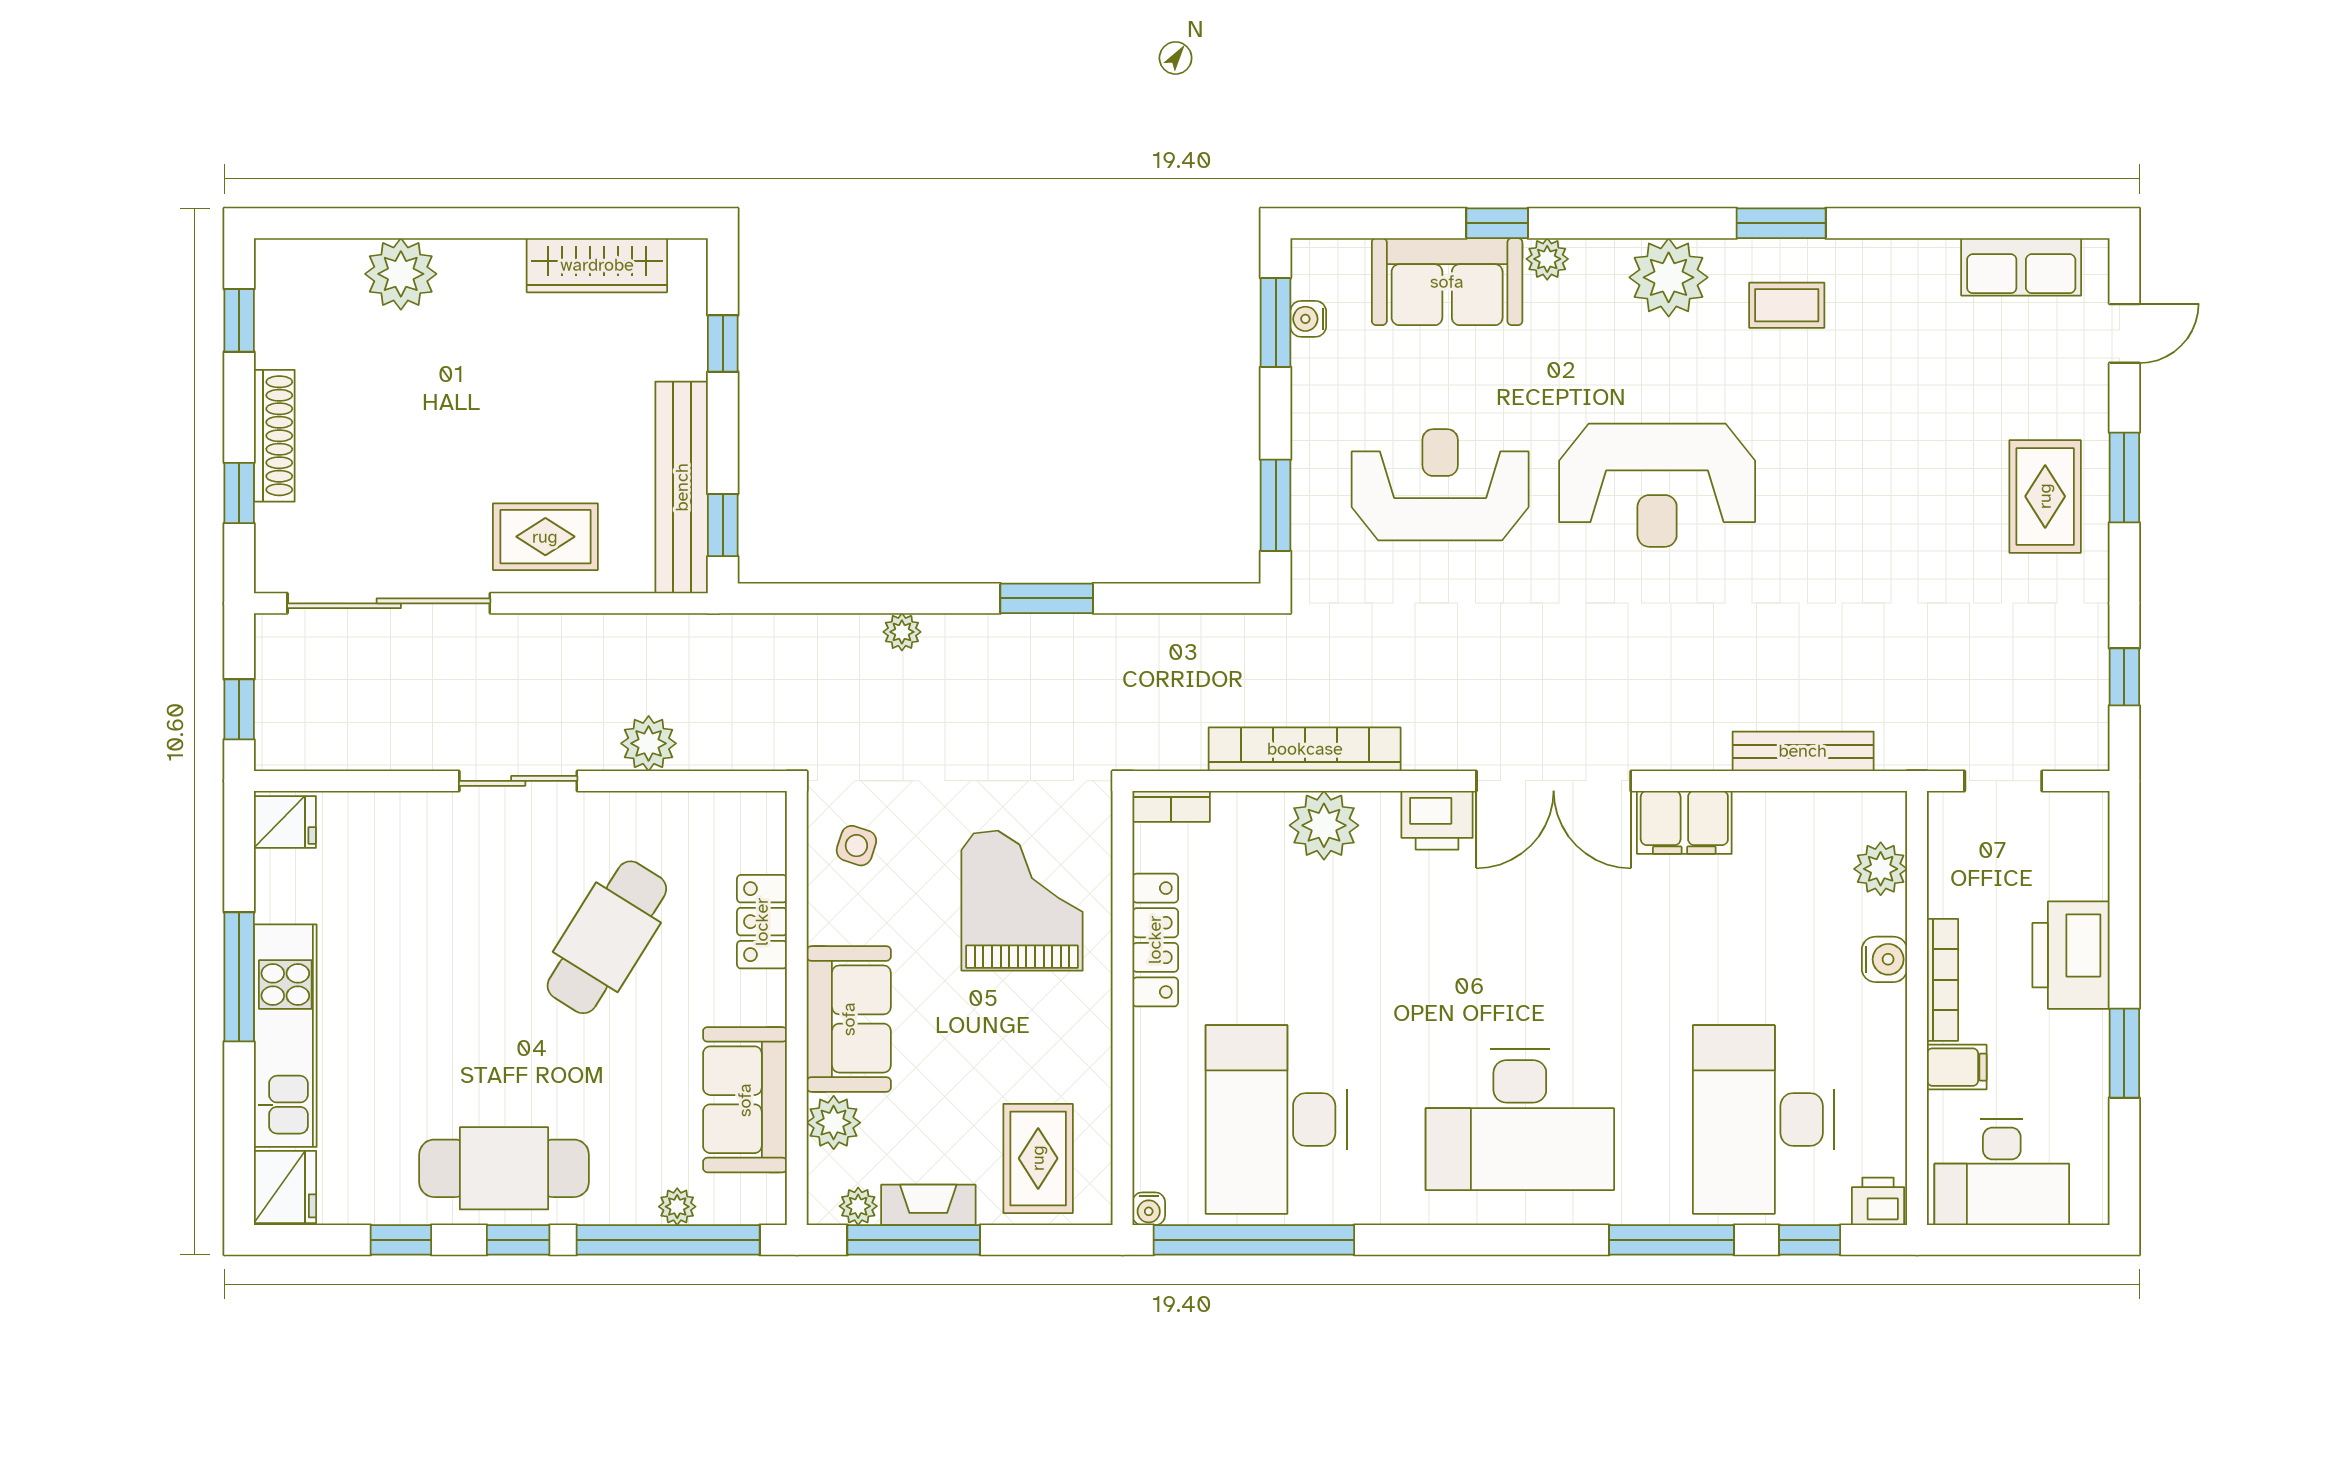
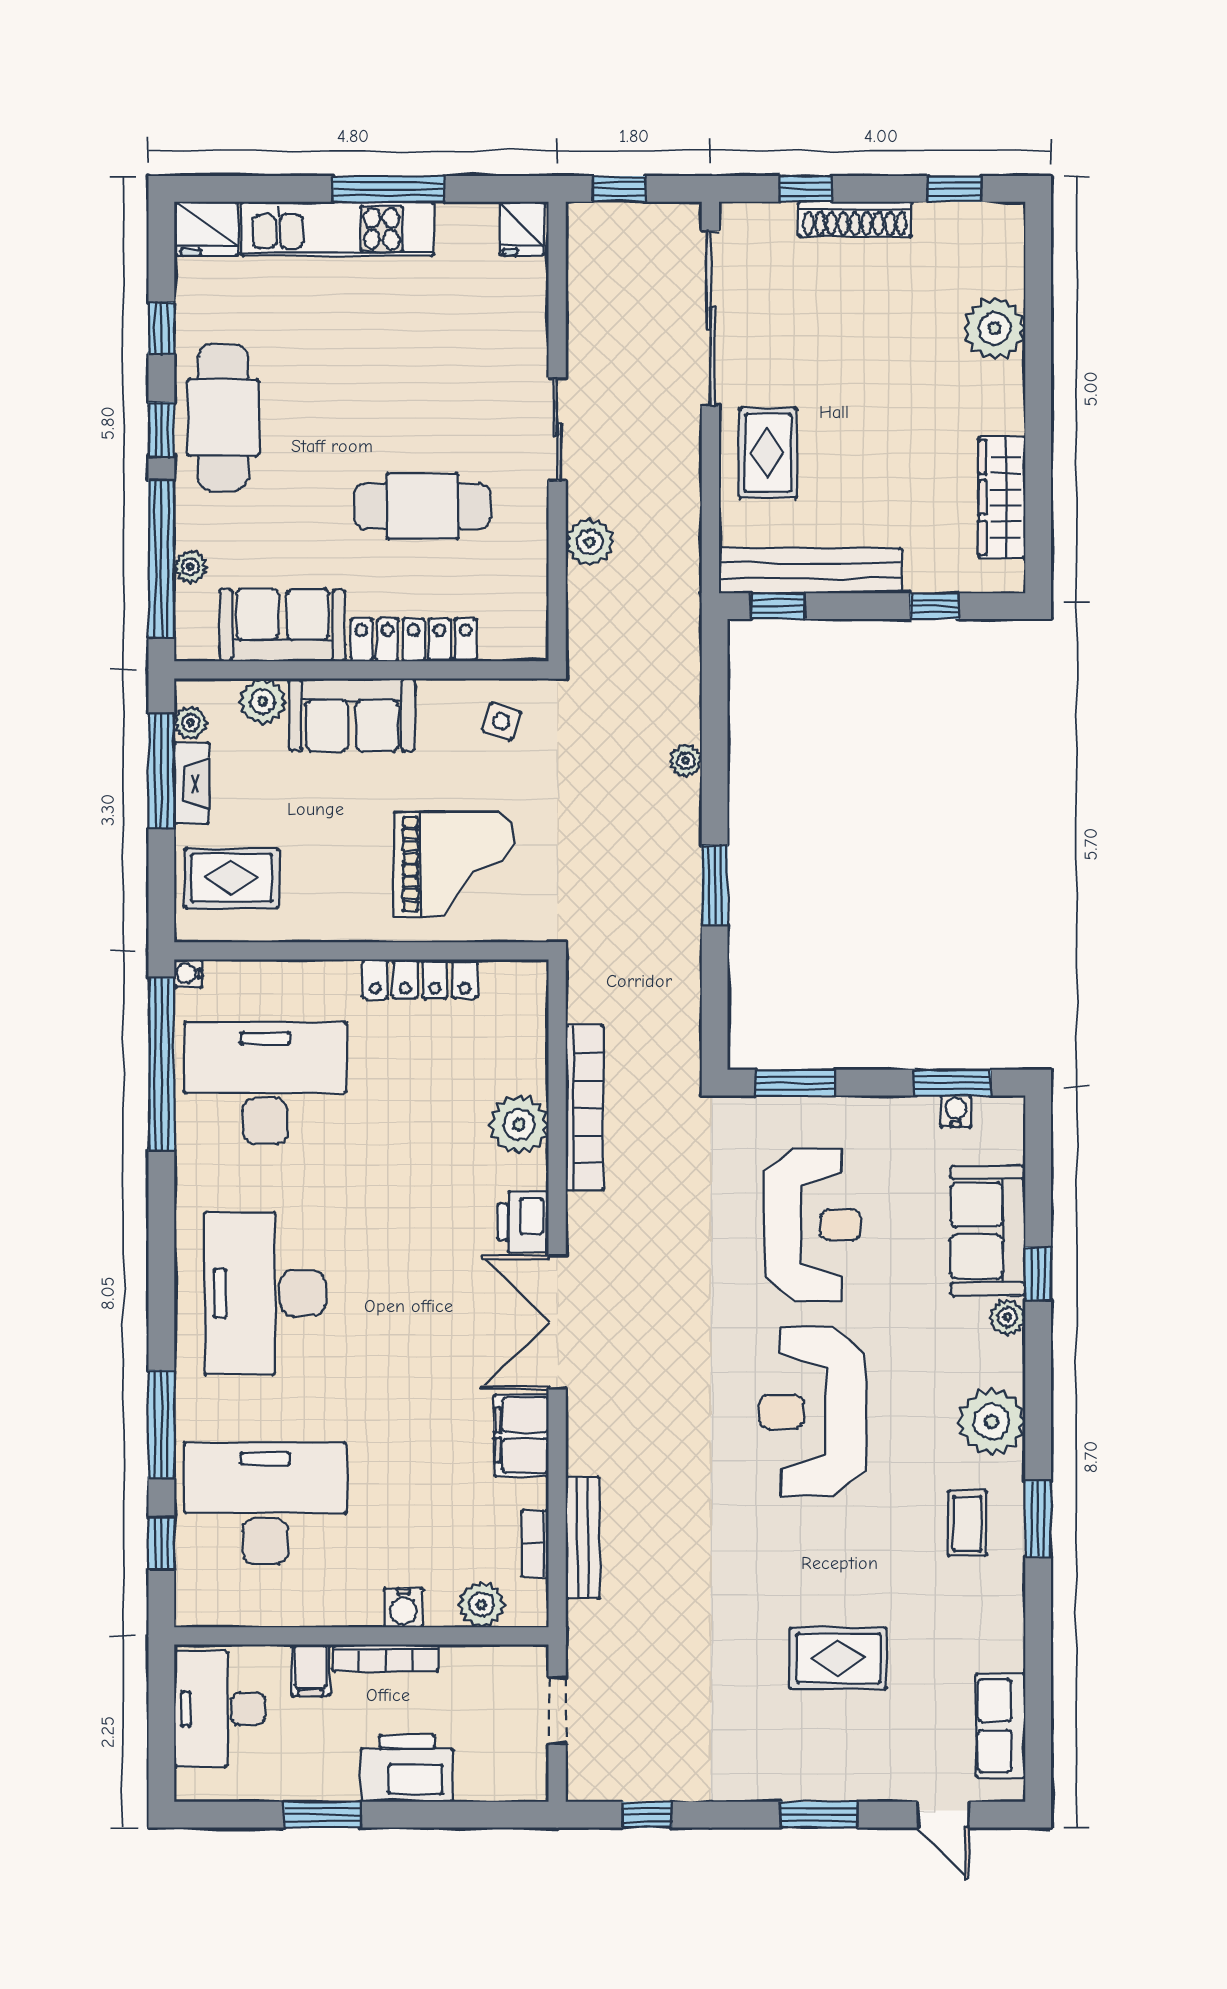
rug: (2045, 496) -> (838, 1658), moved
bookcase: (1171, 806) -> (535, 1543), moved
locker: (762, 922) -> (413, 640), width x1.53
cafe table: (607, 937) -> (422, 506), turned -32
printer: (1878, 1201) -> (195, 1602), removed

